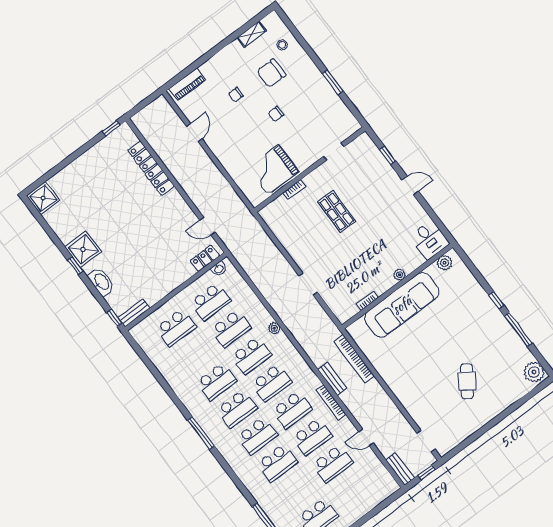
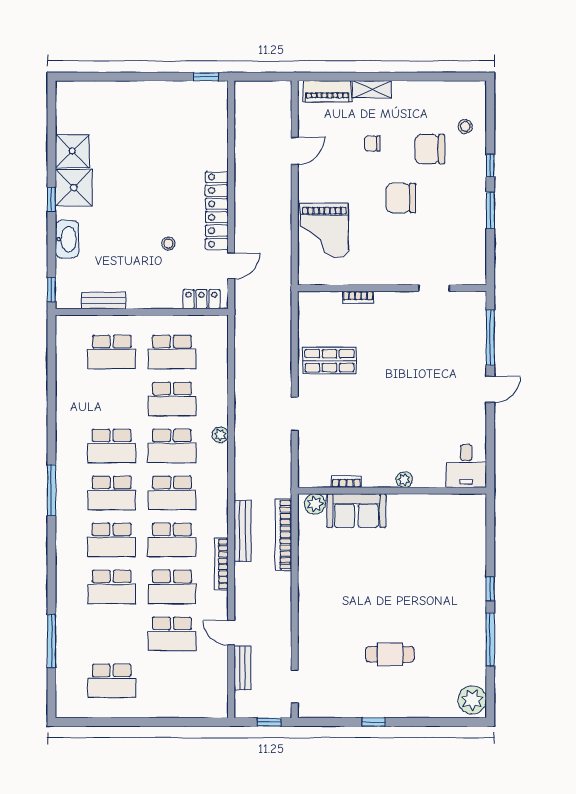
shelving: (252, 34) -> (372, 89), moved
window: (313, 56) -> (490, 166), added
chair: (276, 114) -> (401, 198), width x1.87, depth x1.87
window: (388, 155) -> (490, 337), width x2.17
locker: (151, 168) -> (217, 211), moved
grand piano: (273, 170) -> (324, 231), moved, turned -90
door: (410, 185) -> (490, 389), hinge flipped
shower: (43, 198) -> (72, 151), moved
shop shelf: (337, 212) -> (330, 361), moved, turned 90
door: (207, 226) -> (231, 266), swing flipped
stool: (162, 241) -> (168, 244), added
plant: (445, 263) -> (315, 504), moved
washbasin: (219, 269) -> (208, 323), removed
sofa: (402, 305) -> (356, 511), width x0.54, depth x0.79
bench: (134, 313) -> (104, 301), moved
bench: (332, 379) -> (243, 531), width x1.36
cafe table: (467, 381) -> (390, 654), turned 55
window: (487, 427) -> (374, 722), added
bench: (400, 469) -> (243, 668), moved

